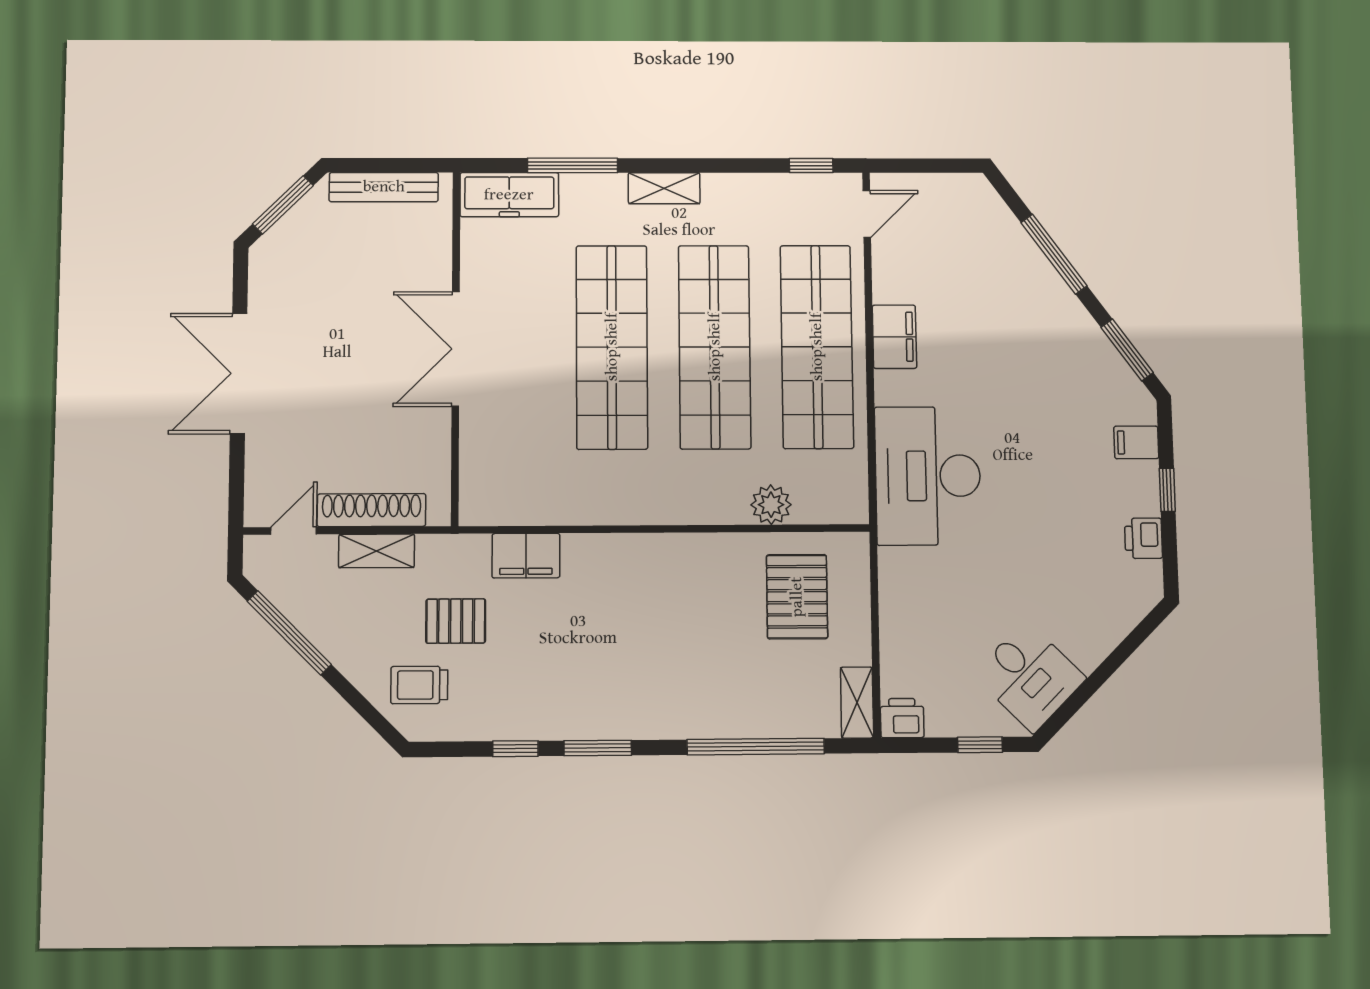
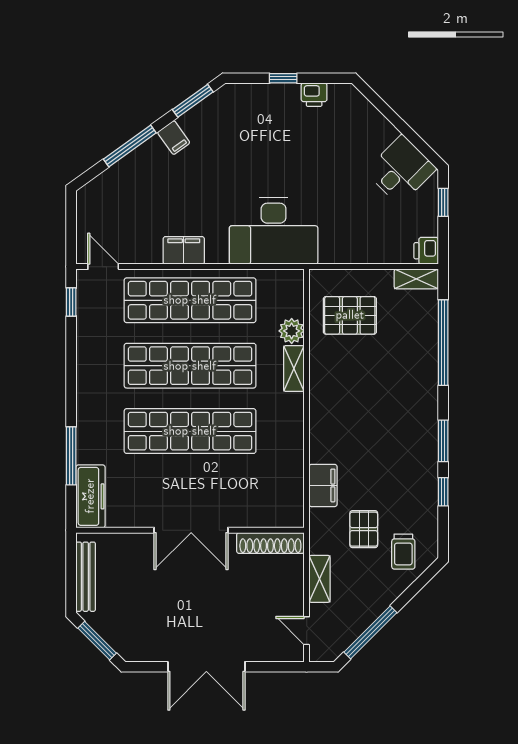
shelving: (664, 188) -> (294, 369), moved
filing cabinet: (1136, 442) -> (174, 138), moved, turned -36
shoe rack: (372, 510) -> (270, 543), moved, turned -90

